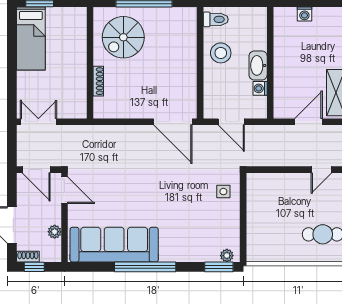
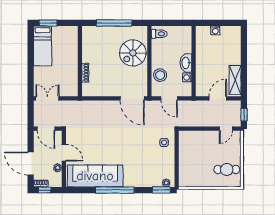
spiral stairs: (123, 37) -> (133, 53), moved
stool: (221, 53) -> (160, 75), moved
door: (64, 190) -> (64, 153), moved

